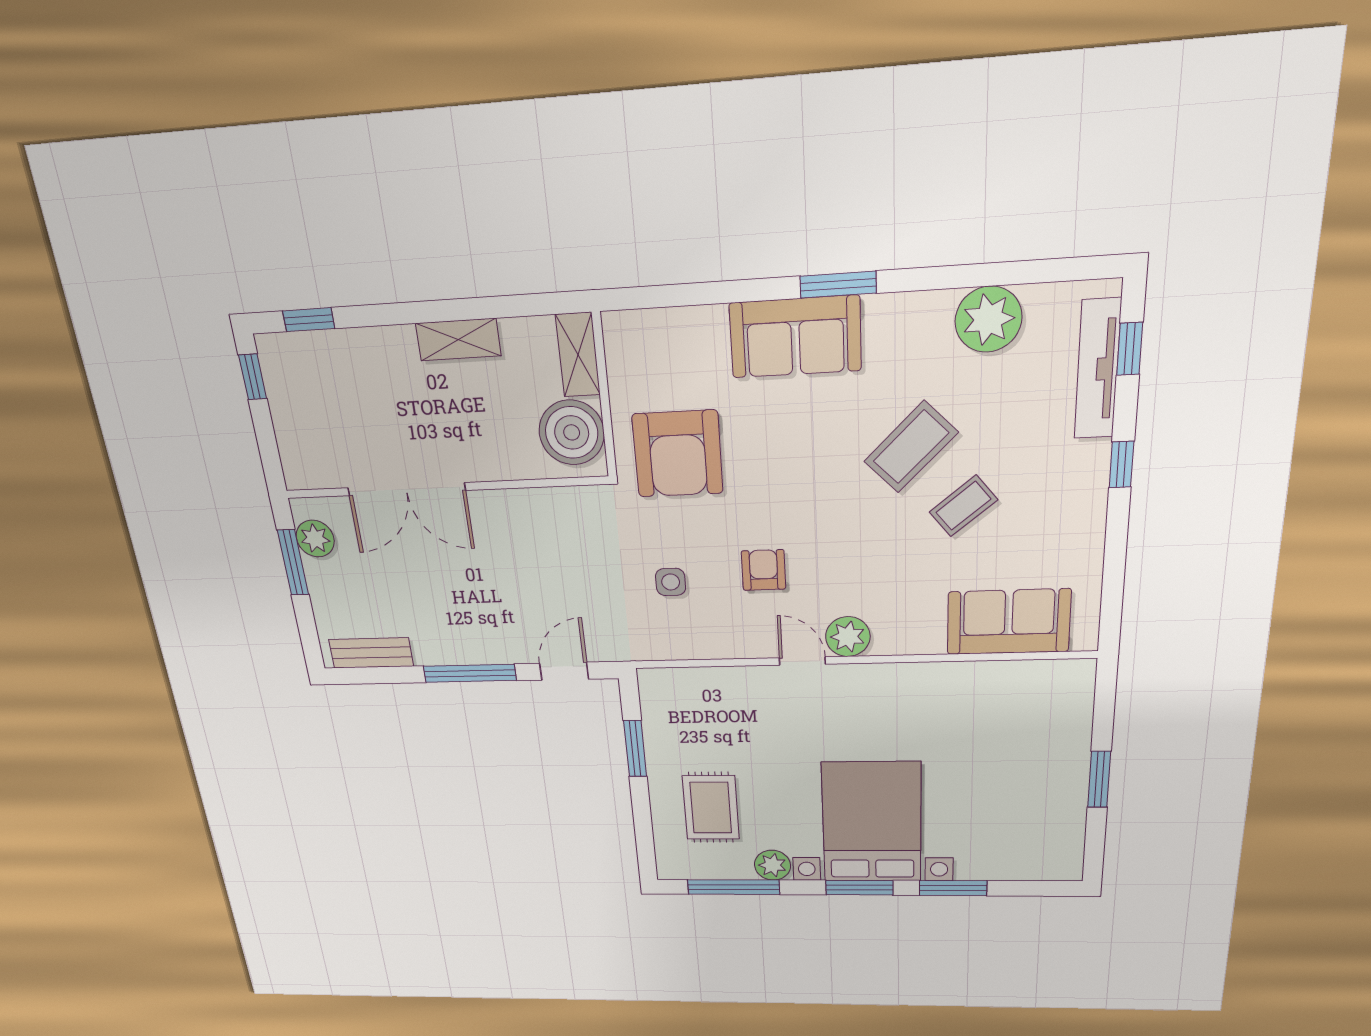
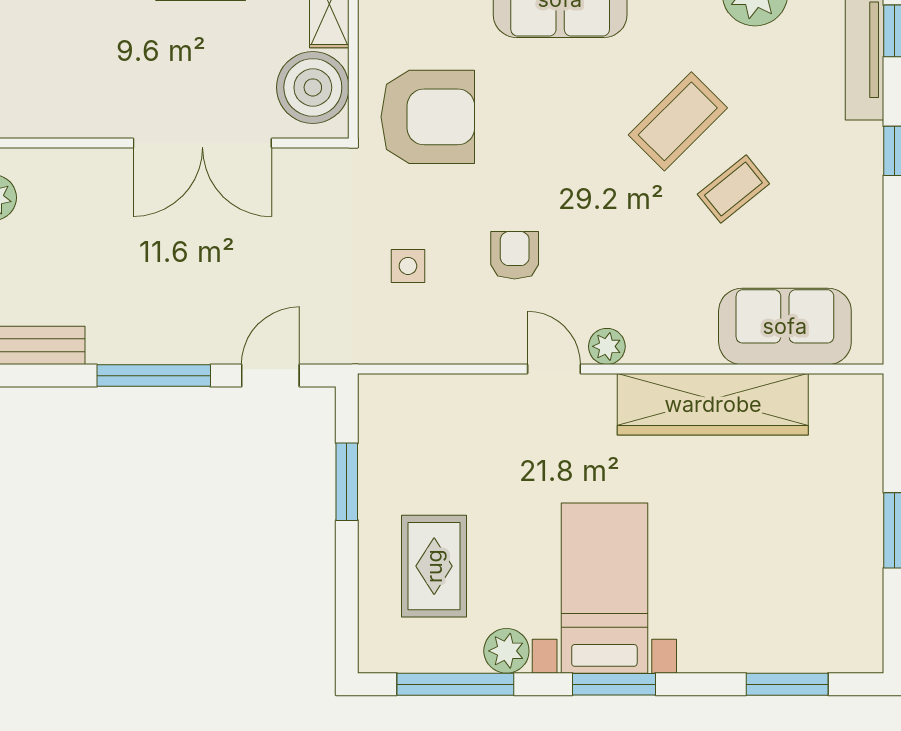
armchair: (678, 454) -> (428, 117), turned -90
double door: (406, 489) -> (202, 143), moved
plant: (848, 637) -> (607, 346), width x0.73, depth x0.73
wardrobe: (942, 686) -> (713, 404), added
bed with nightstands: (872, 822) -> (604, 588), width x0.73
window: (953, 888) -> (787, 684), moved

